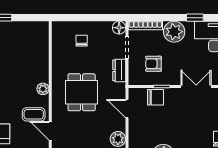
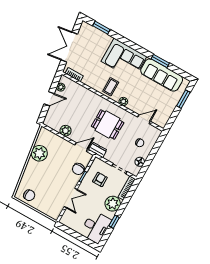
floor lamp: (119, 28) -> (140, 162), moved
dresser: (119, 70) -> (98, 150), moved
door: (50, 131) -> (144, 119), moved

